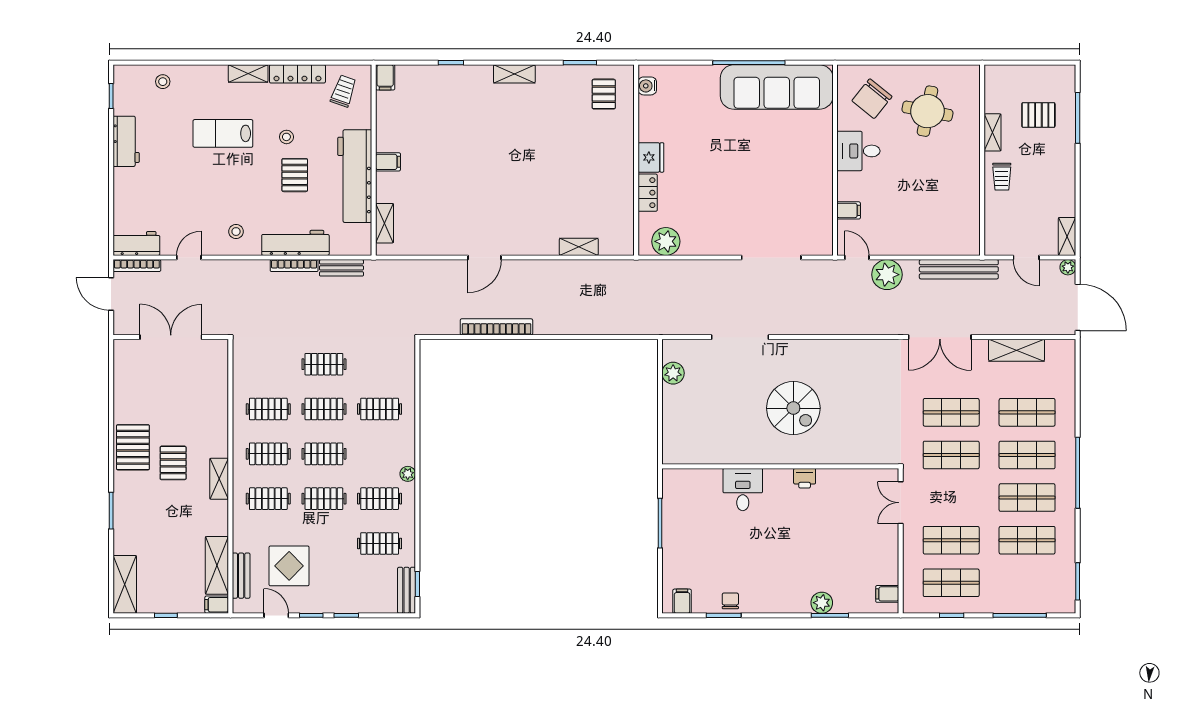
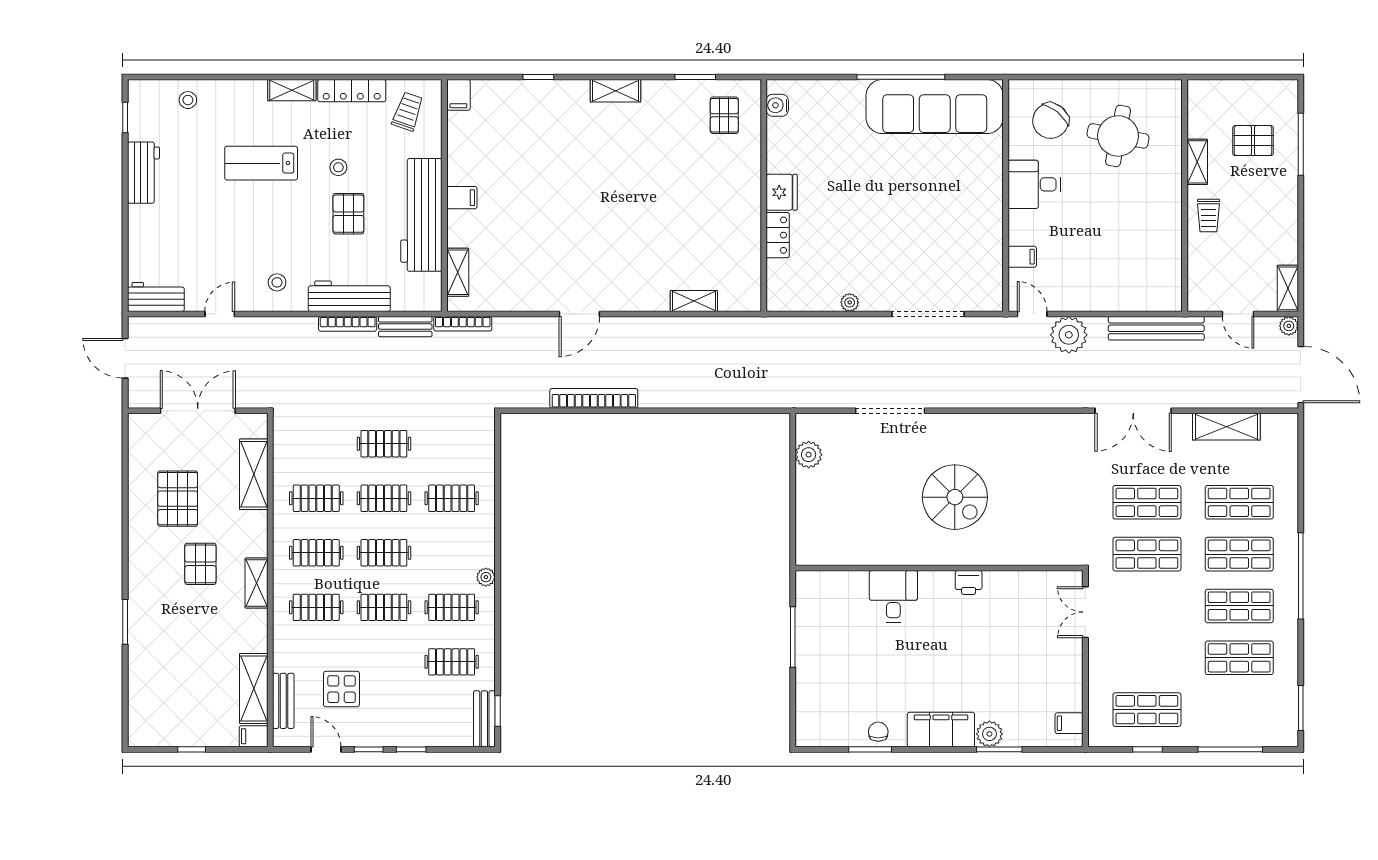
plant: (666, 241) -> (850, 302), moved, width x0.53, depth x0.53
bookcase: (137, 266) -> (463, 324), moved
pallet: (133, 447) -> (178, 499), moved
shop shelf: (951, 540) -> (1147, 658), removed
display table: (289, 566) -> (341, 689), width x0.73, depth x0.73
shelving: (125, 584) -> (254, 474), moved
filing cabinet: (682, 601) -> (941, 730), moved, width x3.00, depth x1.17

